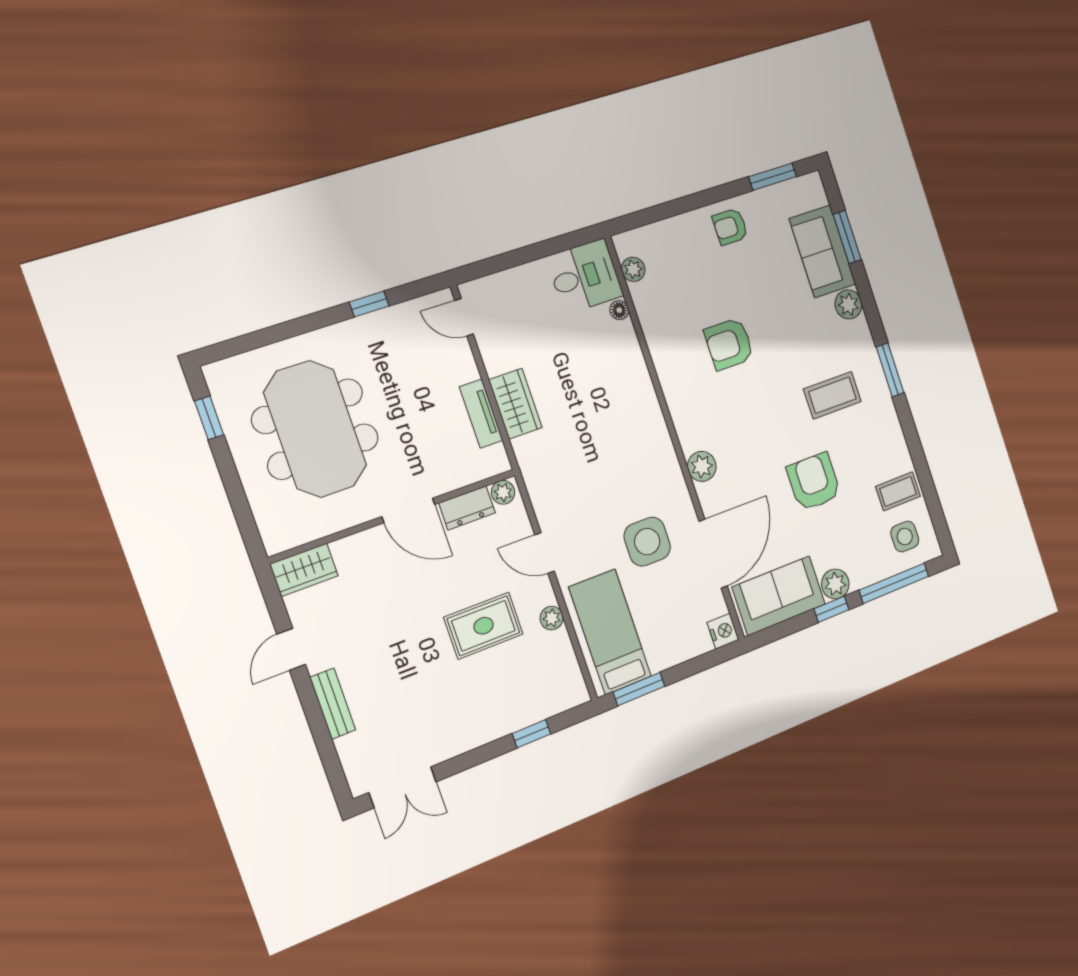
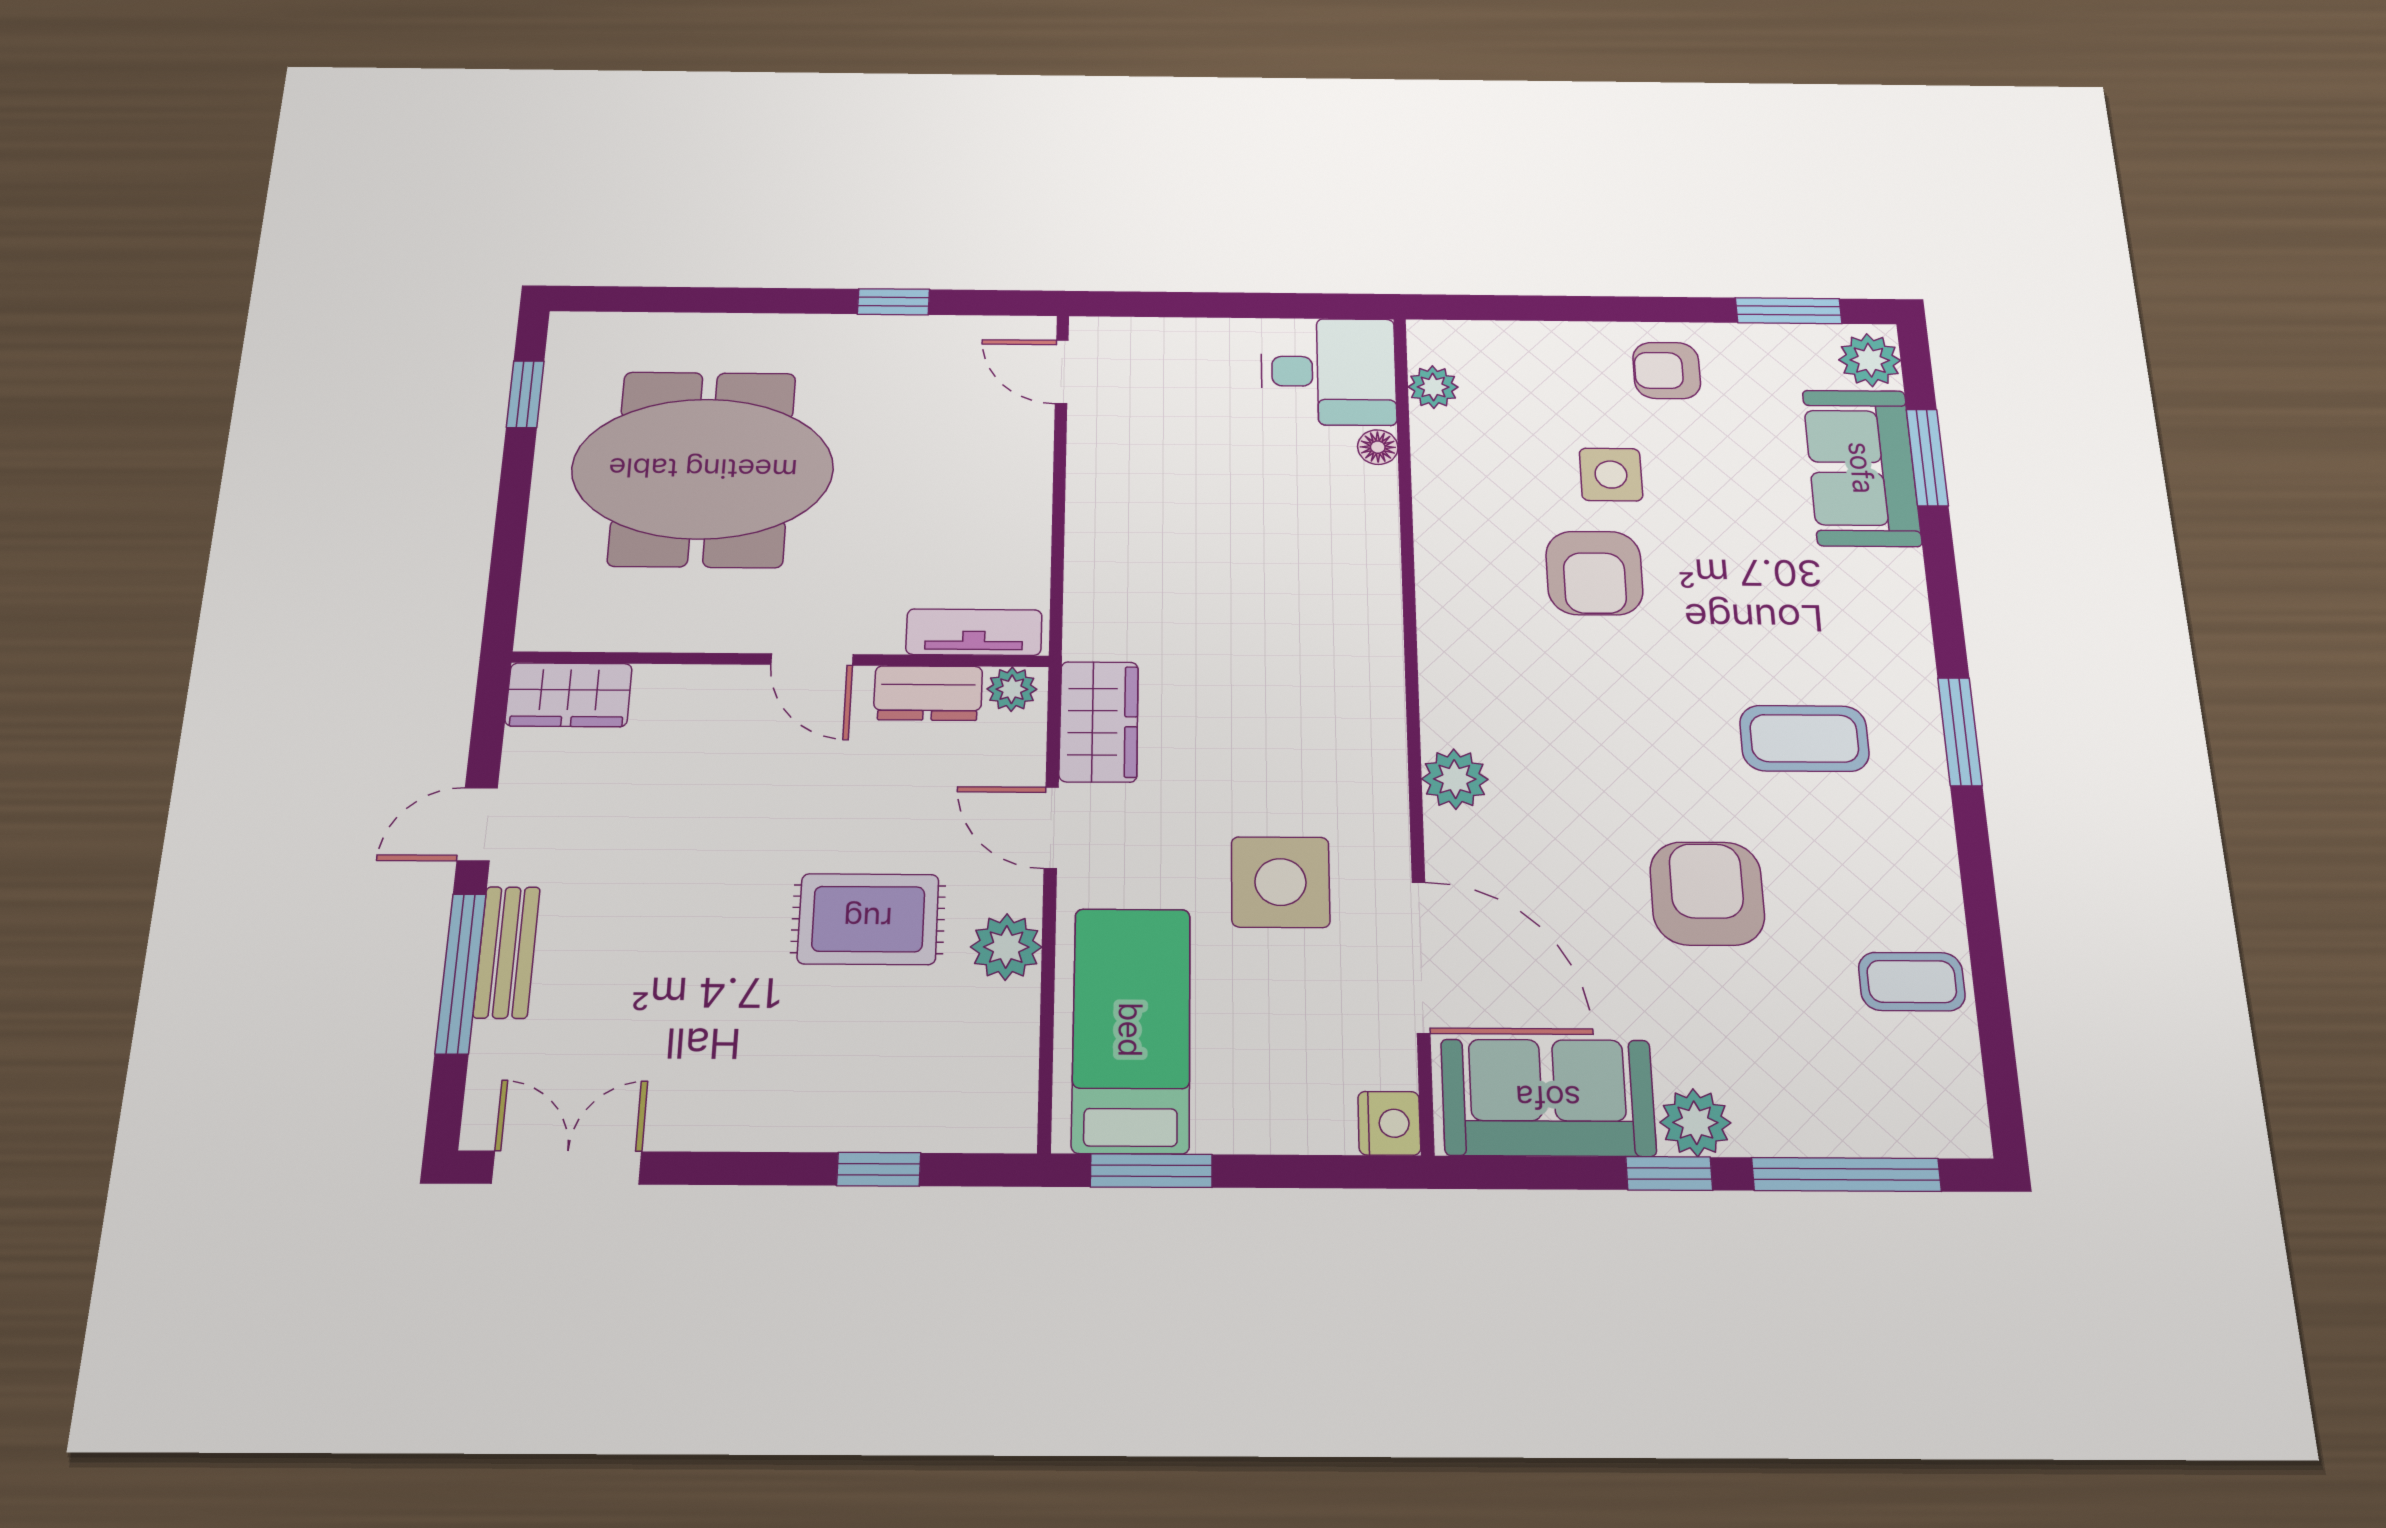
plant: (848, 304) -> (1870, 360), moved
armchair: (729, 344) -> (1594, 573), turned -90
wardrobe: (515, 404) -> (1099, 722), moved
tv unit: (481, 414) -> (974, 632), moved, turned 90
meeting table: (315, 429) -> (703, 469), turned 90
door: (408, 510) -> (812, 659), width x0.73
side table: (905, 537) -> (1611, 475), moved
door: (713, 554) -> (1421, 957), hinge flipped
plant: (552, 618) -> (1006, 947), width x1.38, depth x1.38
window: (317, 721) -> (461, 973), added
double door: (403, 787) -> (567, 1168), swing flipped

